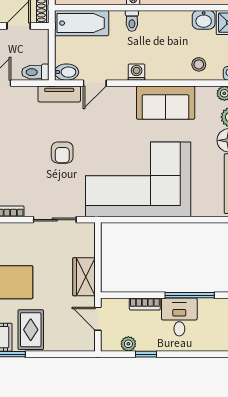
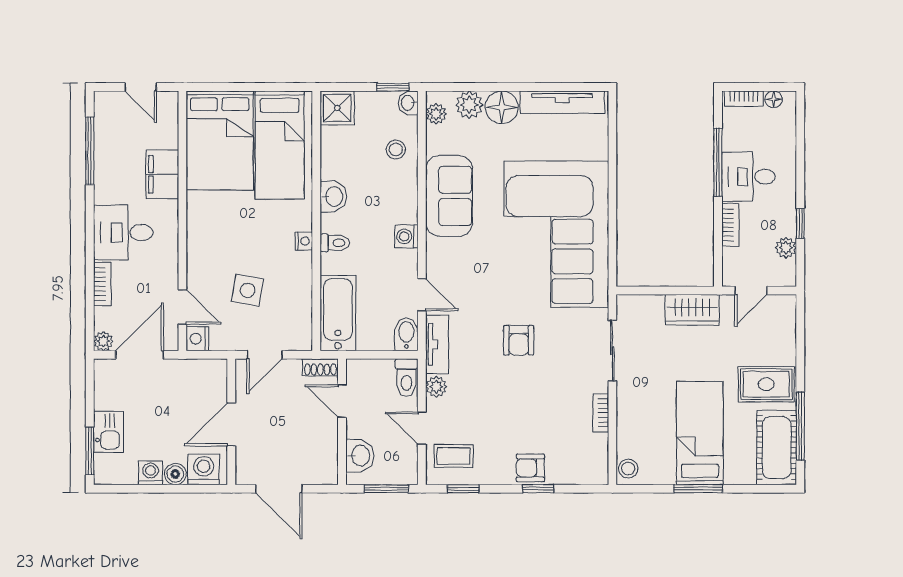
washbasin: (204, 20) -> (333, 197), moved
plant: (29, 94) -> (436, 387), added
armchair: (62, 153) -> (519, 340), turned 90

